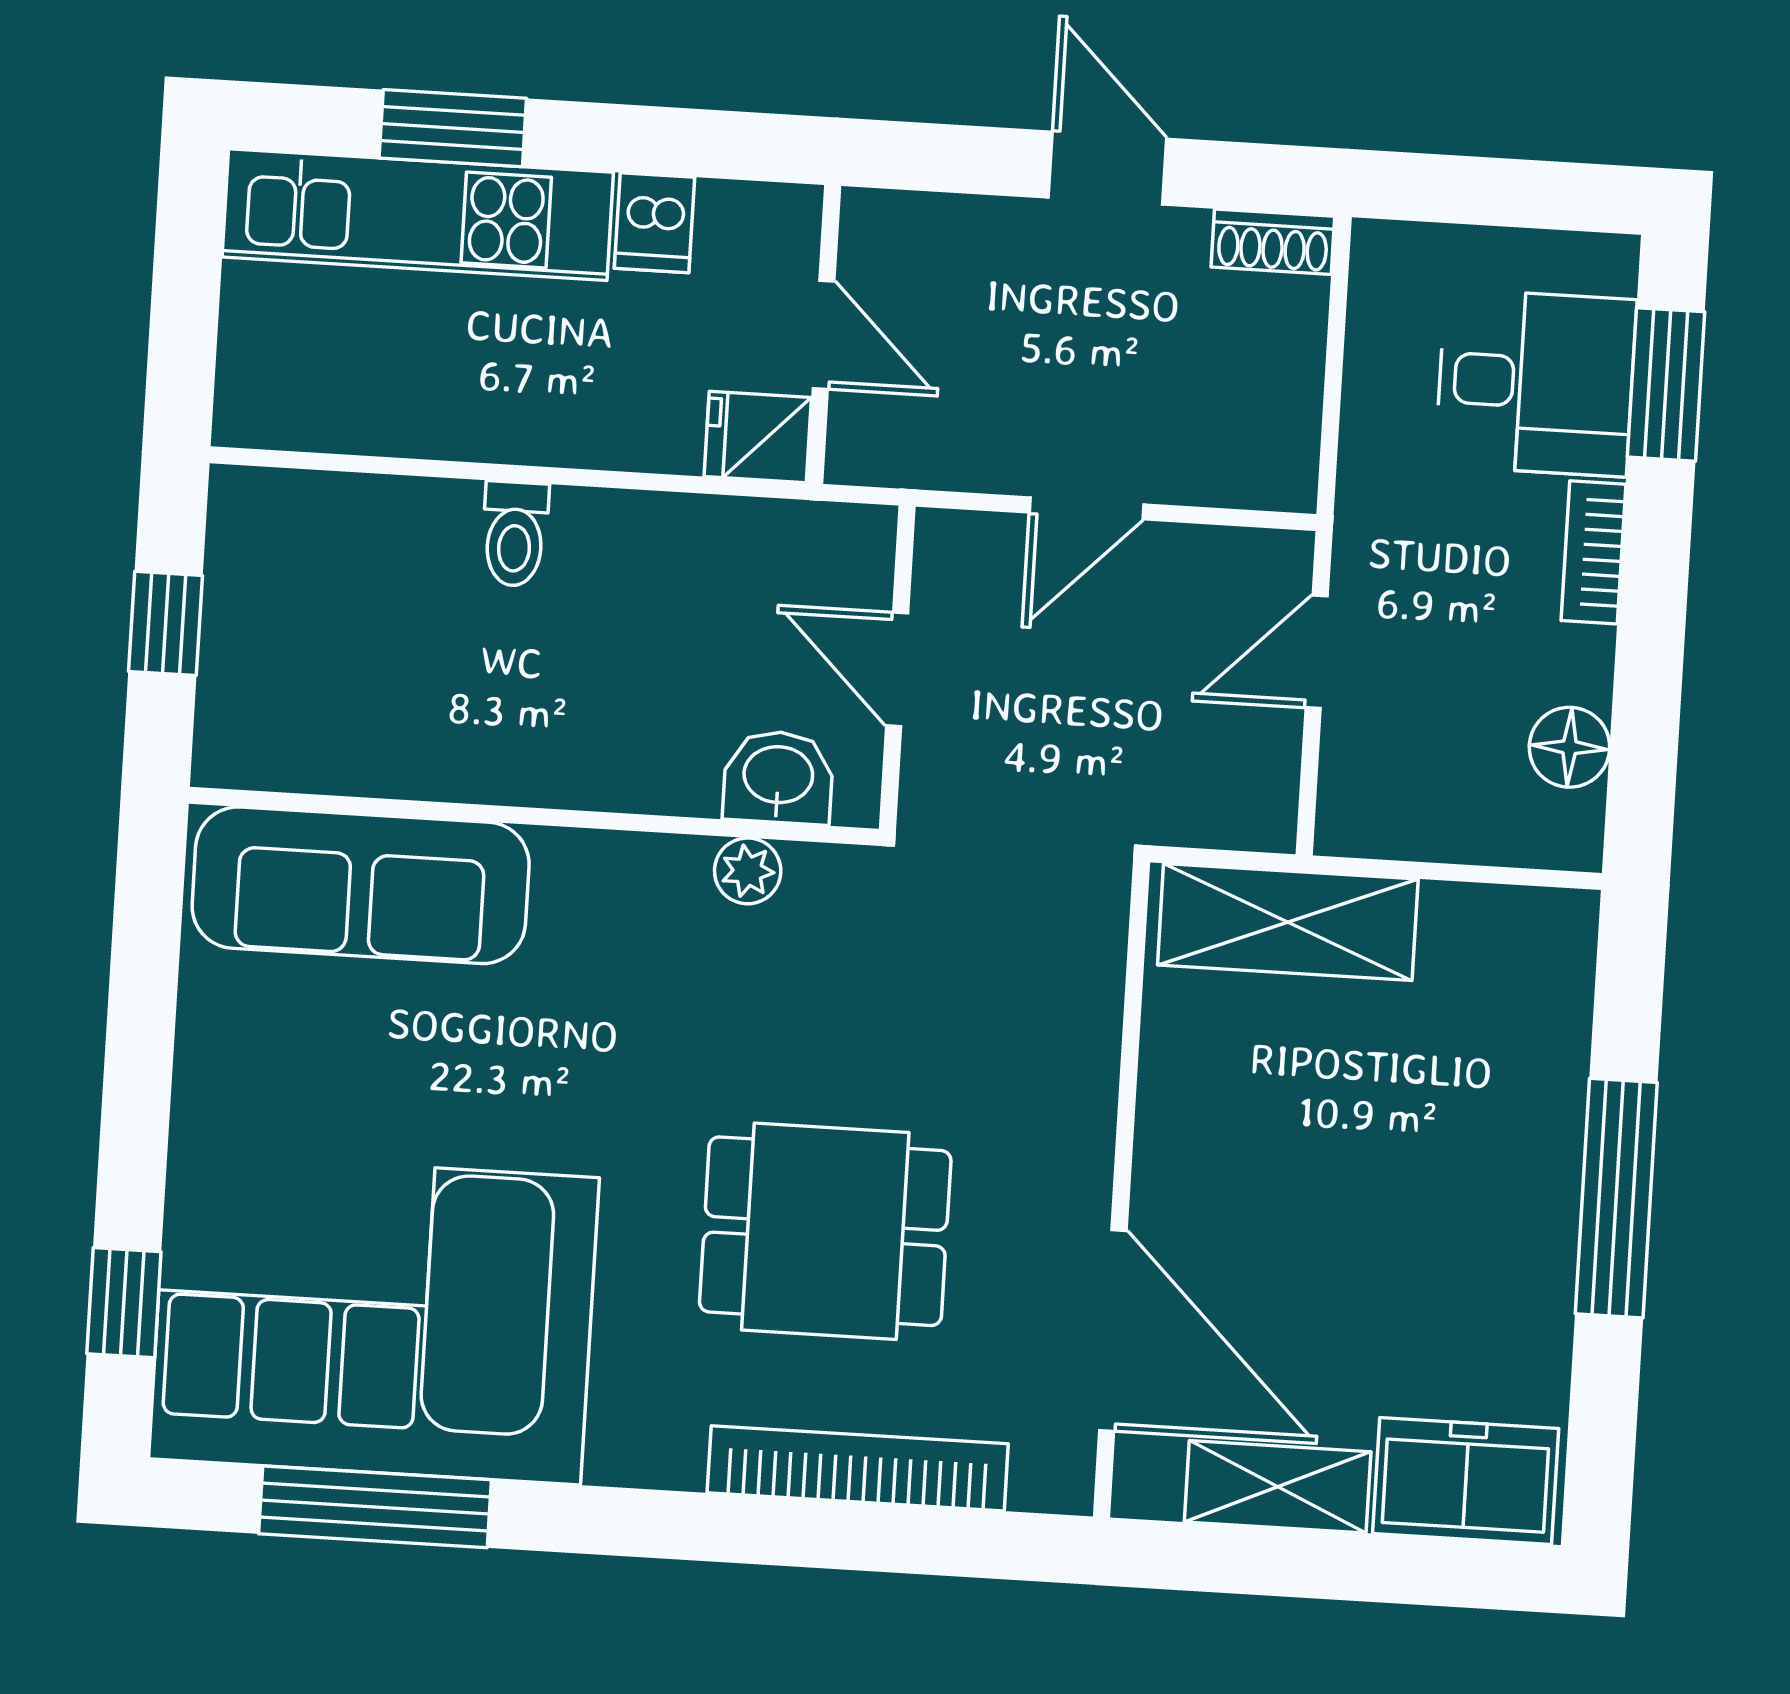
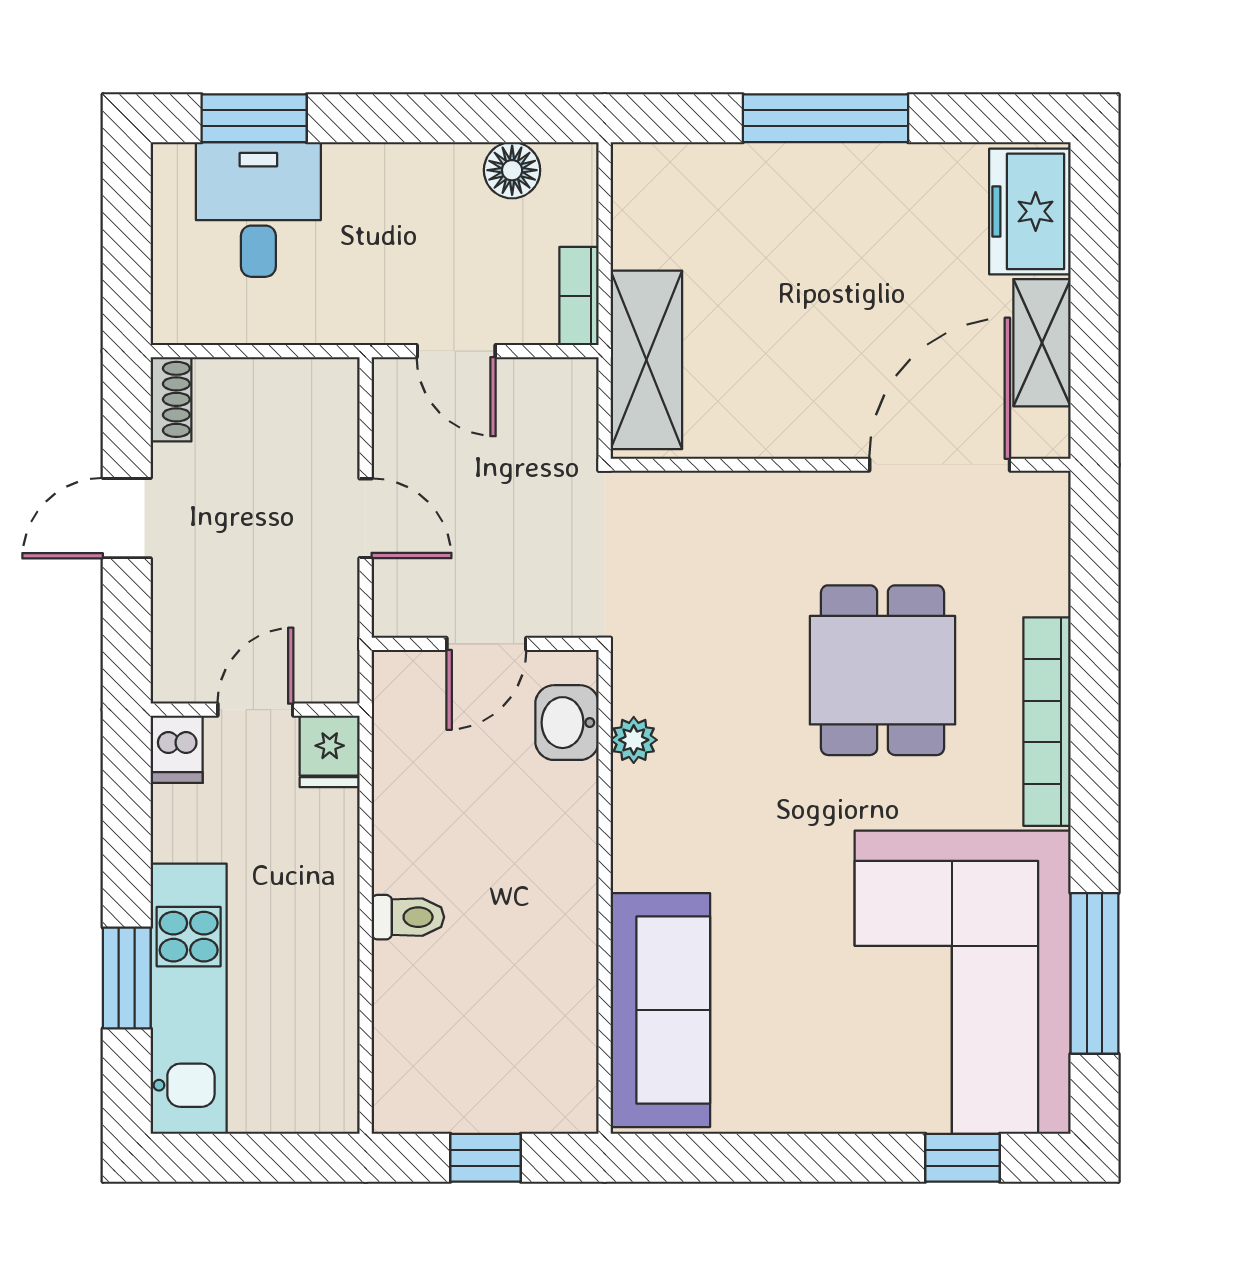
dishwasher: (654, 223) -> (177, 749), moved, turned 90
bookcase: (1593, 552) -> (579, 296), moved, turned 90
bookcase: (858, 1468) -> (1047, 722), moved

